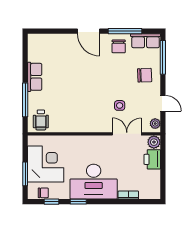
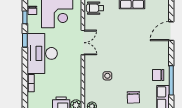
door: (88, 31) -> (171, 31), moved
double door: (127, 134) -> (83, 43), moved

